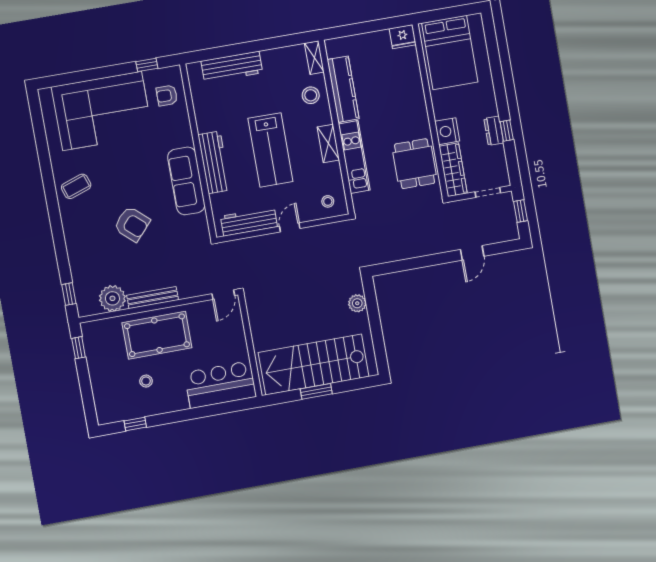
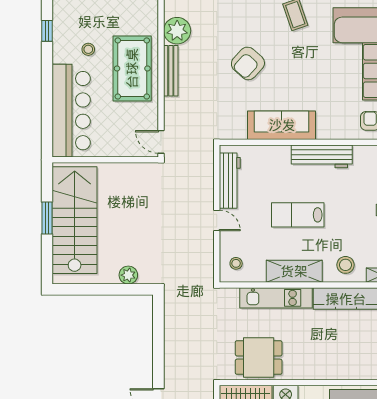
shelving: (328, 143) -> (294, 271), width x1.50, depth x1.33
lab bench: (270, 150) -> (298, 215), width x0.73, depth x0.72
workbench: (214, 162) -> (322, 156), moved
bar counter: (220, 385) -> (71, 111), width x1.36

